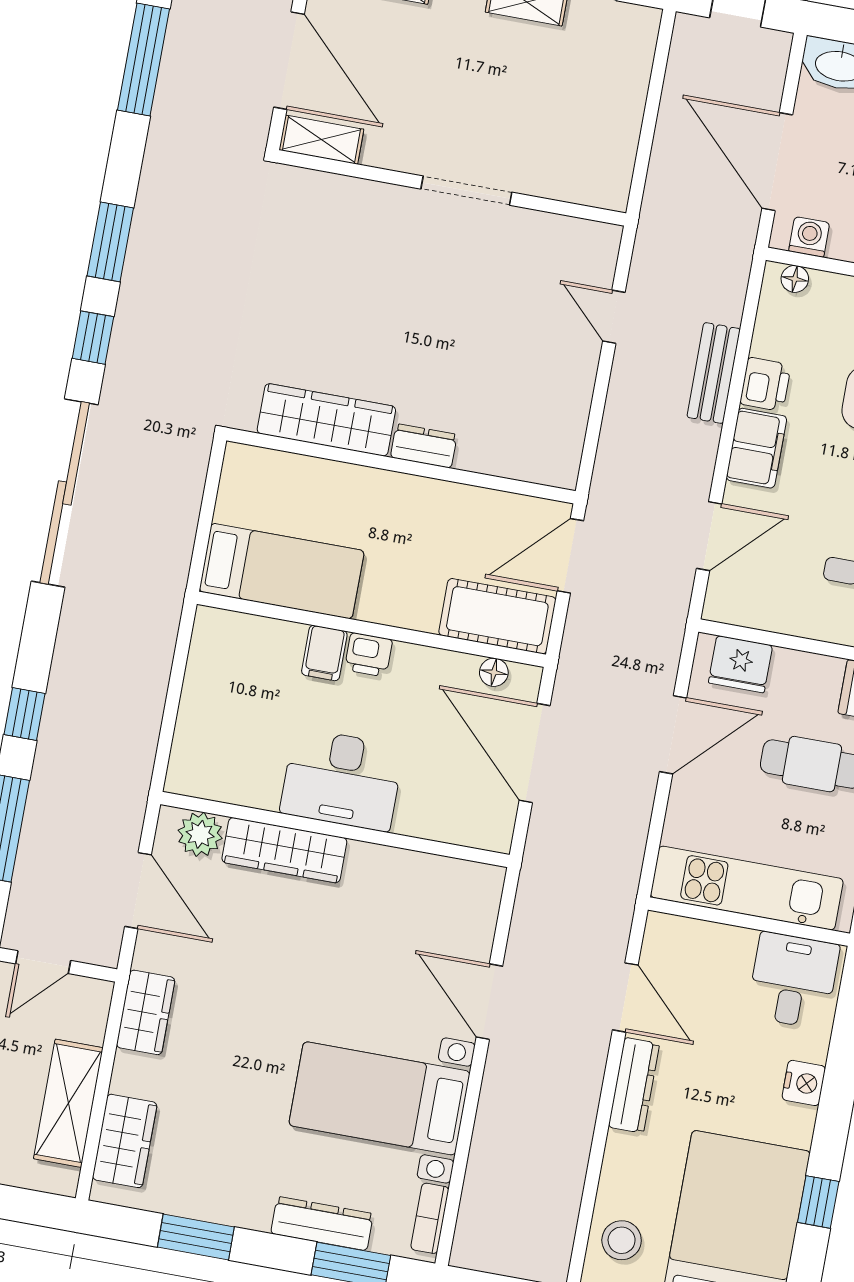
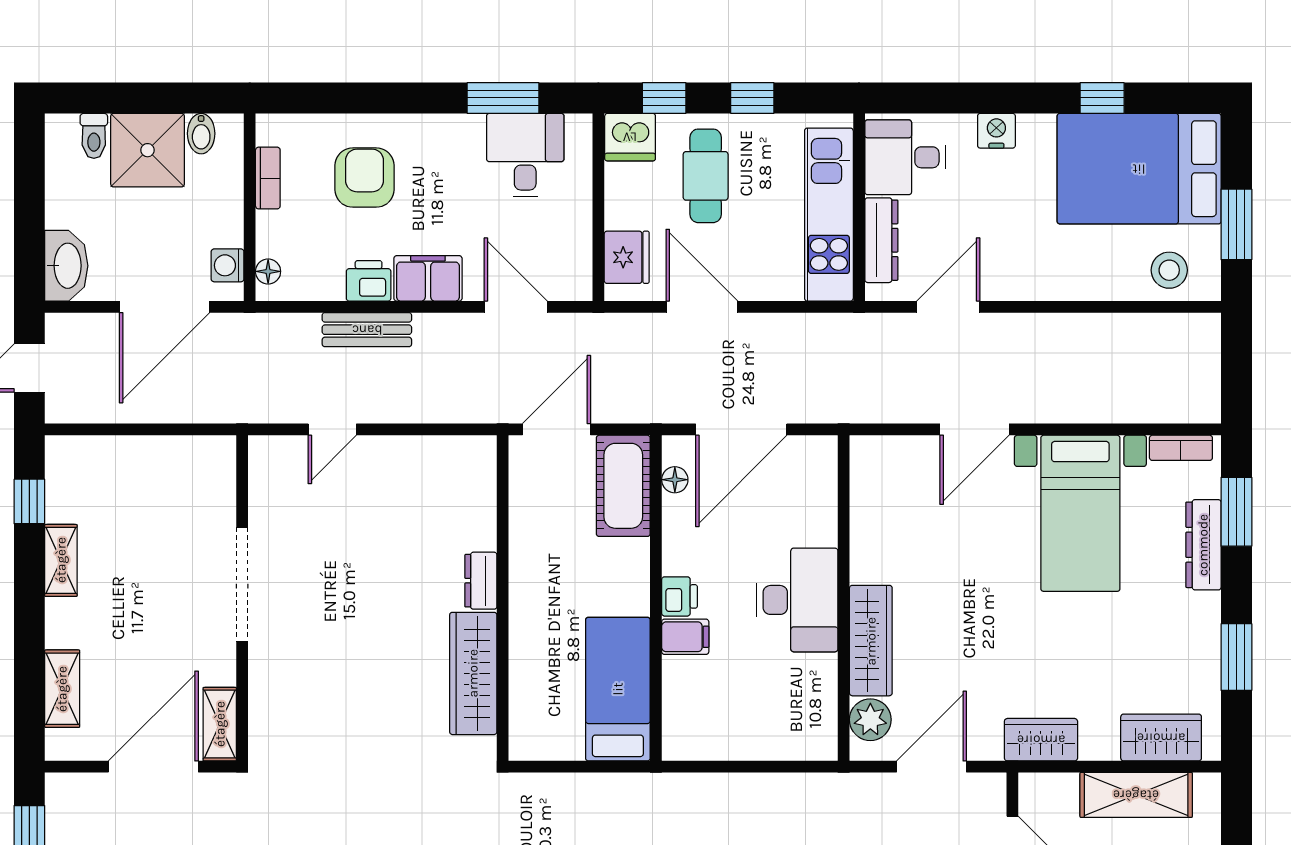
doorway: (466, 191) -> (242, 584), width x1.36
door: (570, 556) -> (556, 429), swing flipped
dresser: (634, 1085) -> (881, 240), moved, turned 90

